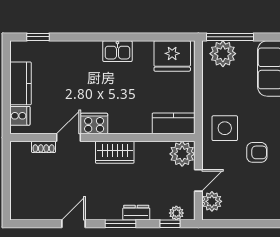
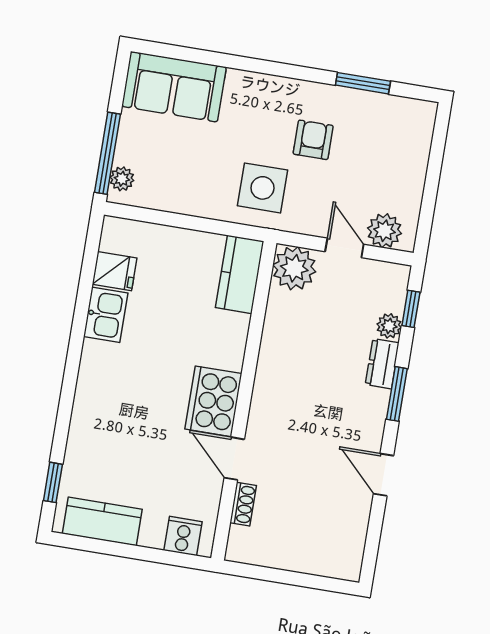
kitchen sink: (117, 51) -> (106, 315), moved
plant: (223, 54) -> (122, 179), width x0.53, depth x0.53
fridge: (172, 56) -> (114, 271), width x0.53, depth x0.75
kitchen counter: (20, 83) -> (102, 521), moved
cooker: (94, 124) -> (213, 401), width x1.37, depth x1.31
wardrobe: (115, 152) -> (273, 384), removed
plant: (176, 213) -> (389, 326), moved

